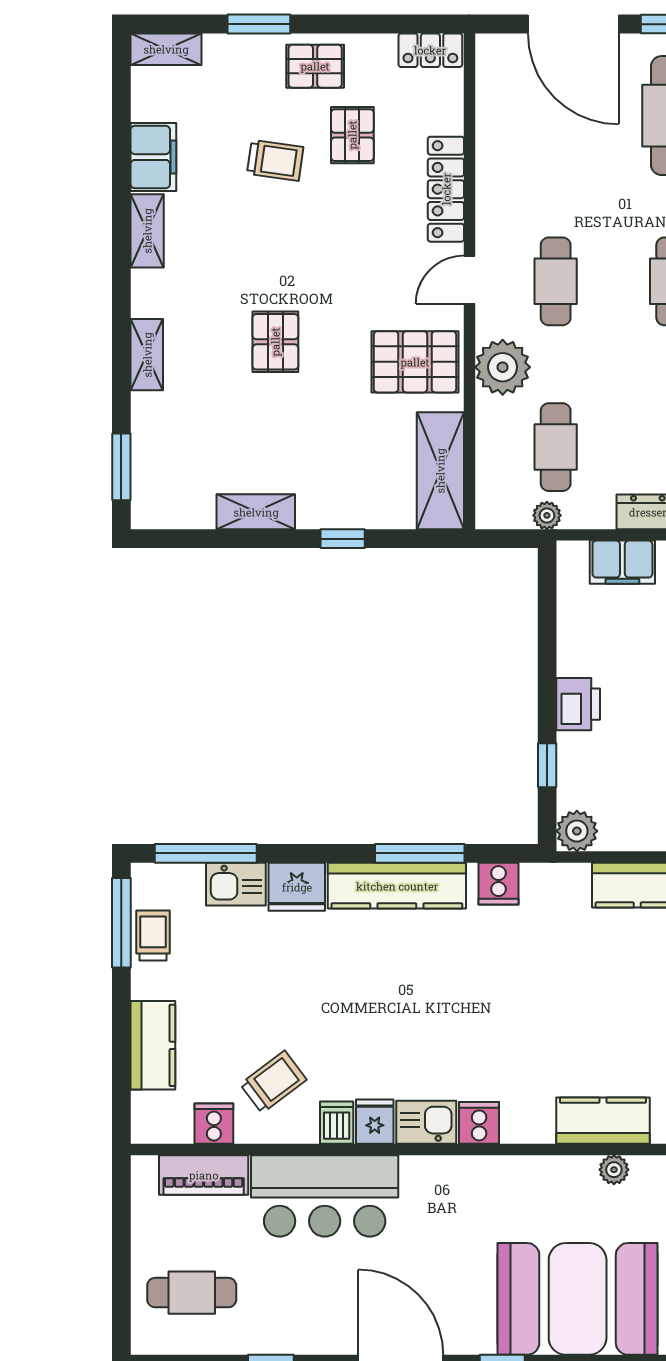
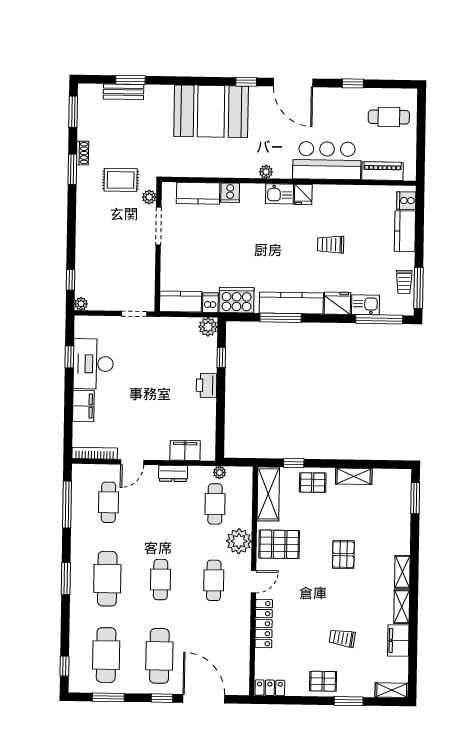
pallet: (352, 135) -> (313, 483), moved, turned 90
shelving: (147, 355) -> (402, 572), moved
window: (343, 539) -> (294, 463), moved
cooker: (498, 884) -> (237, 300), width x1.87, depth x1.31
trolley: (273, 1082) -> (331, 245), moved, turned 37
dishwasher: (337, 1123) -> (210, 303), moved, turned 180
cooker: (479, 1123) -> (230, 193), moved
cooker: (214, 1124) -> (406, 201), moved, turned 90
plant: (614, 1170) -> (266, 172), moved

